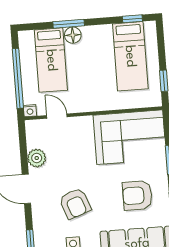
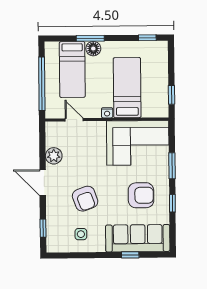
bed: (130, 56) -> (127, 88), moved, turned 180
nightstand: (30, 111) -> (107, 113), moved
armchair: (137, 195) -> (141, 195), turned 180

